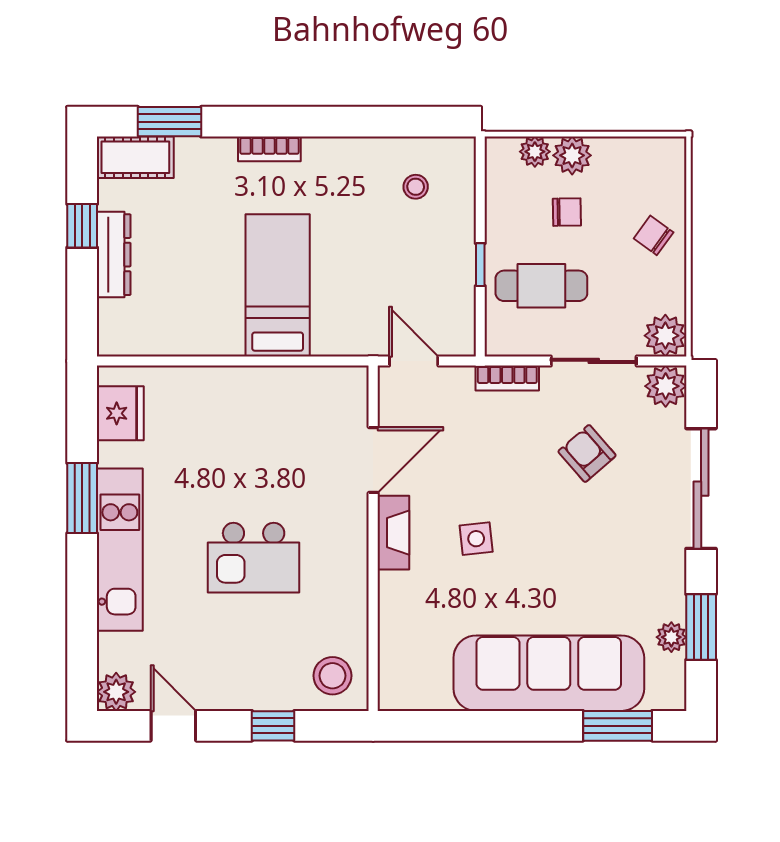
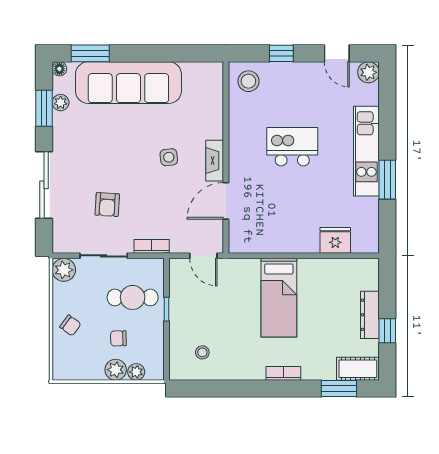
plant: (666, 386) -> (64, 242), removed
fridge: (120, 413) -> (335, 240), moved, turned 90
armchair: (587, 453) -> (107, 204), turned 45
floor lamp: (673, 698) -> (59, 69), added

